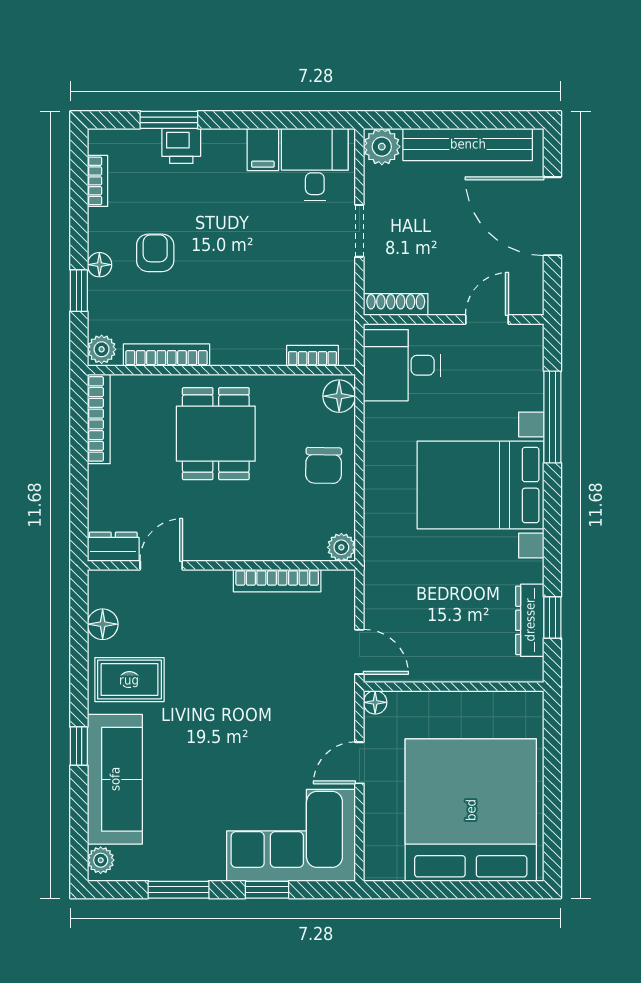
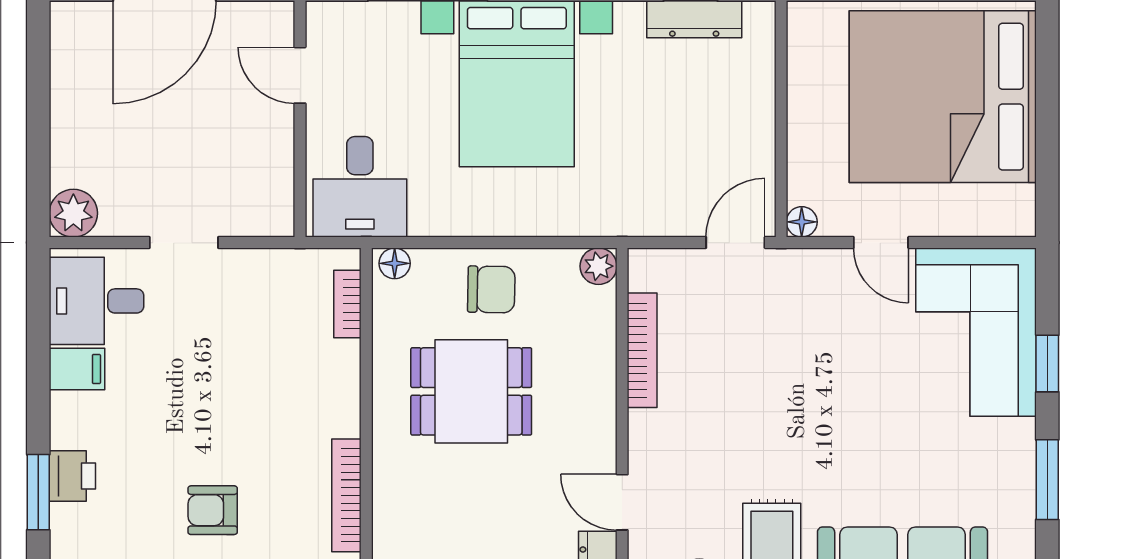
bench: (468, 144) -> (70, 101), removed
shoe rack: (396, 305) -> (280, 195), removed
floor lamp: (339, 396) -> (395, 263), width x0.73, depth x0.73
dining table: (216, 434) -> (471, 391), moved

